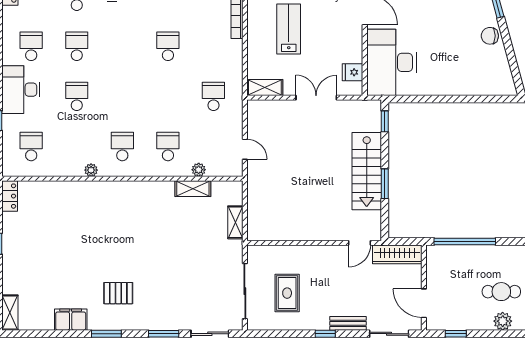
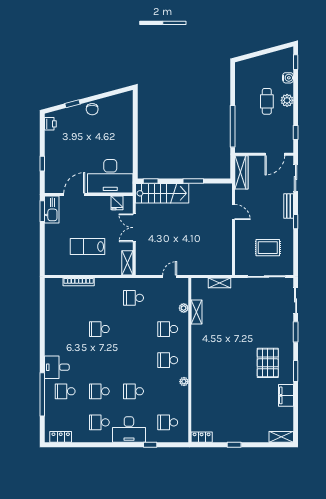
stairs: (367, 171) -> (162, 193), moved
door: (359, 243) -> (234, 212), moved
pallet: (118, 293) -> (268, 363), width x1.50, depth x1.42

